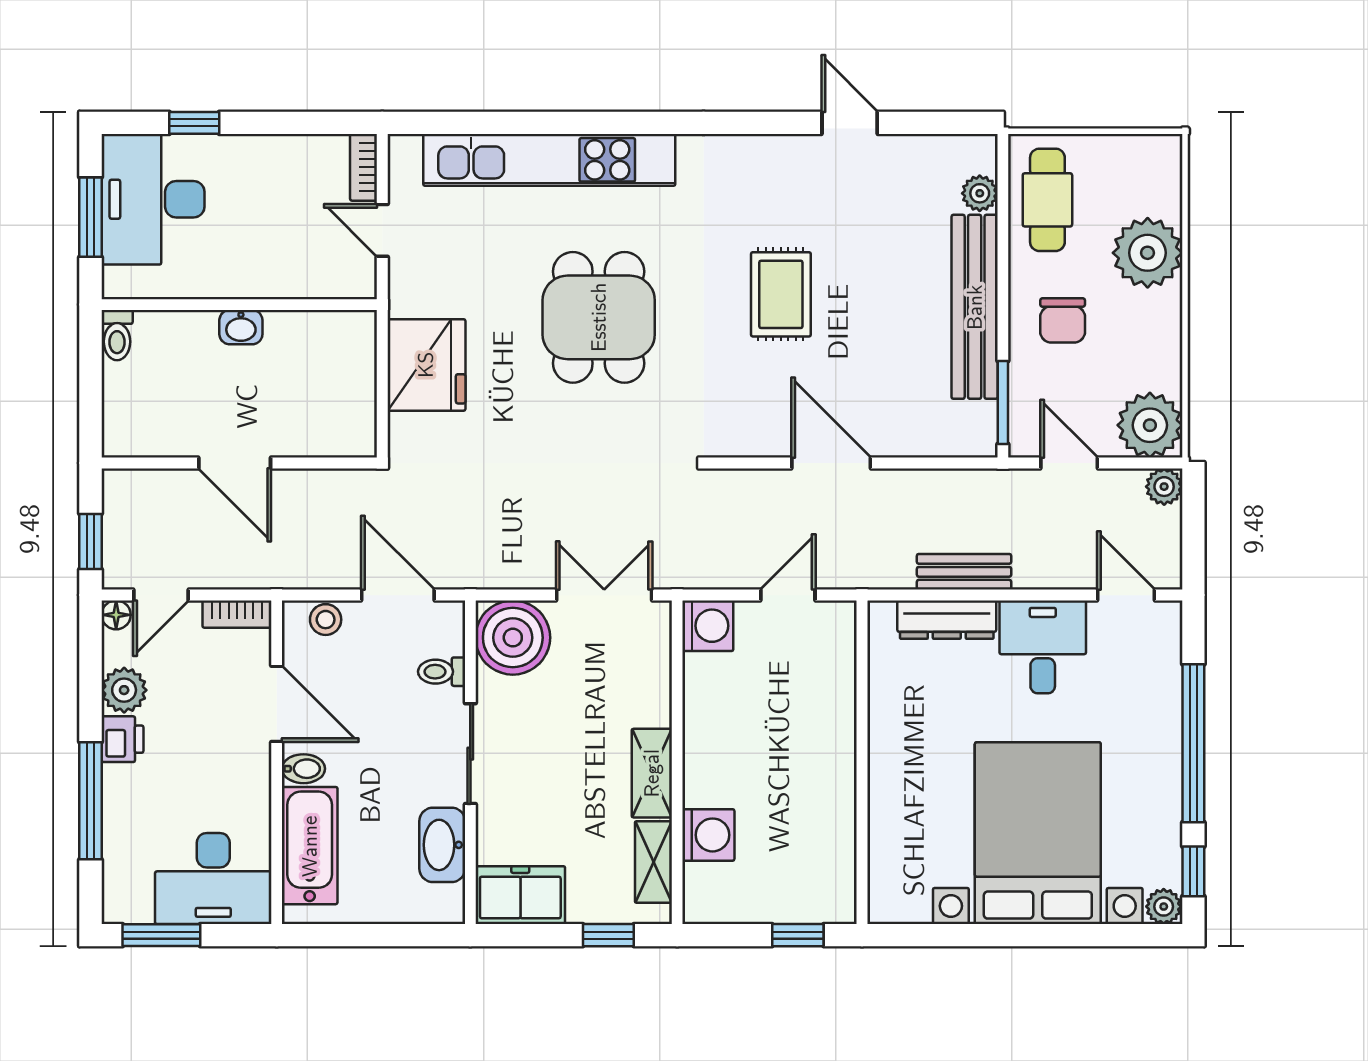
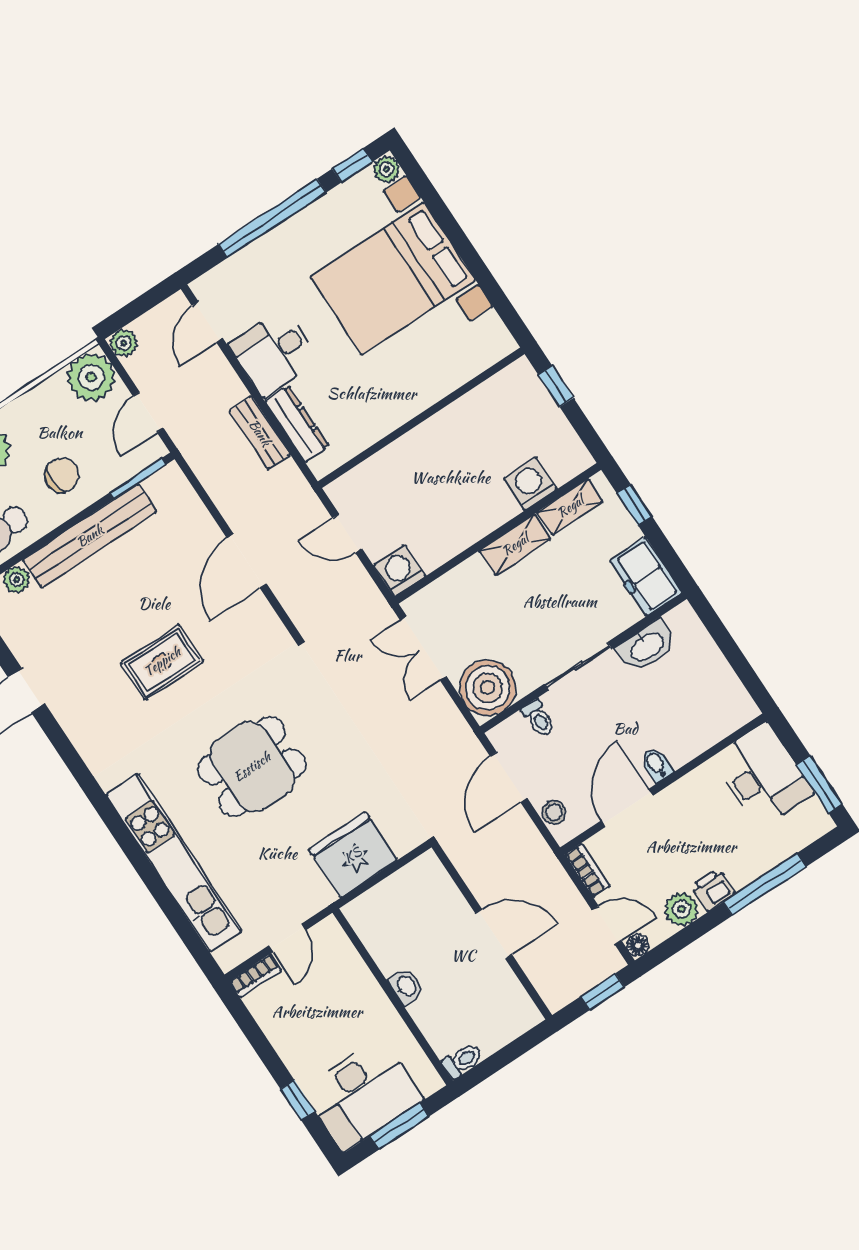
door: (235, 463) -> (494, 934), hinge flipped
bathtub: (310, 846) -> (702, 729), removed

